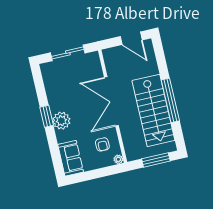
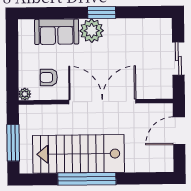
door: (131, 38) -> (179, 131), moved
sliding door: (68, 53) -> (178, 59), width x0.73
sofa: (71, 158) -> (57, 32), moved

